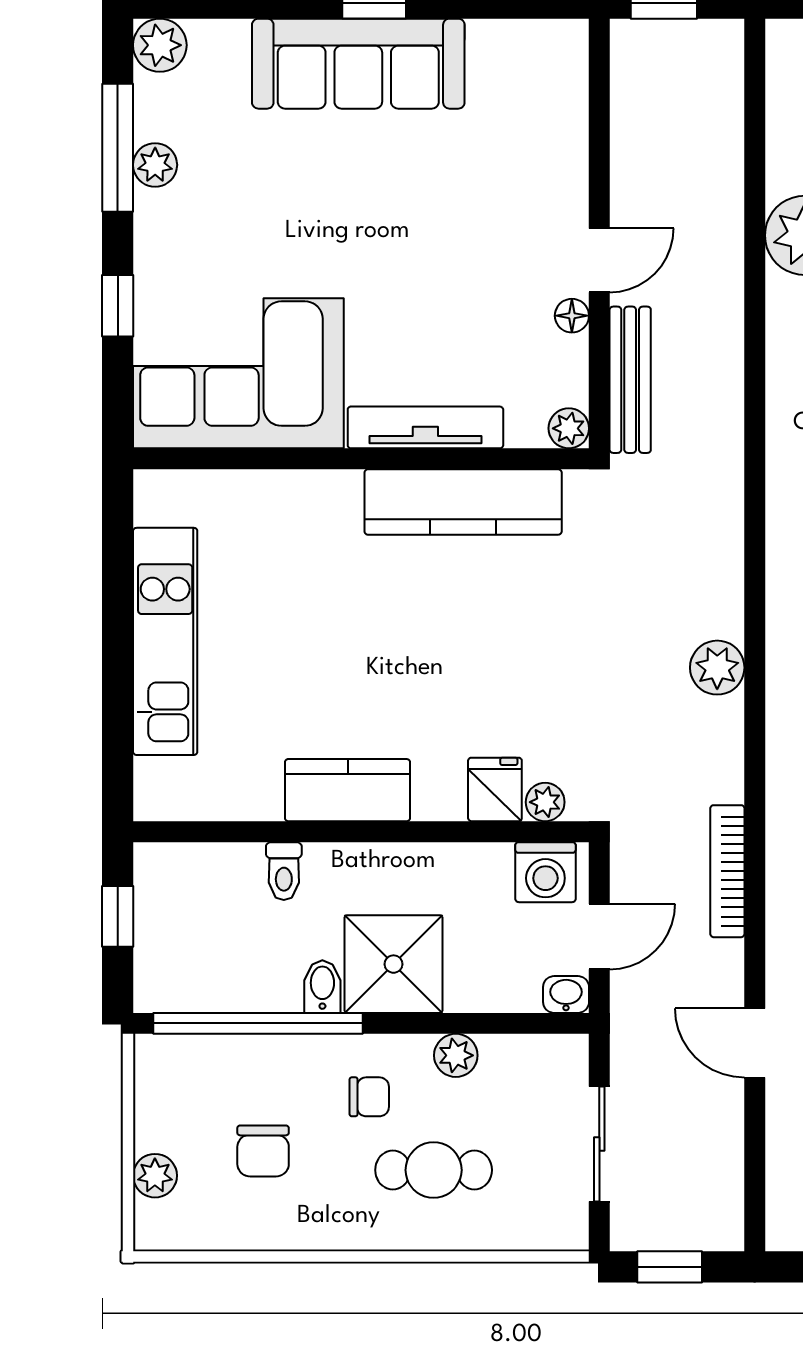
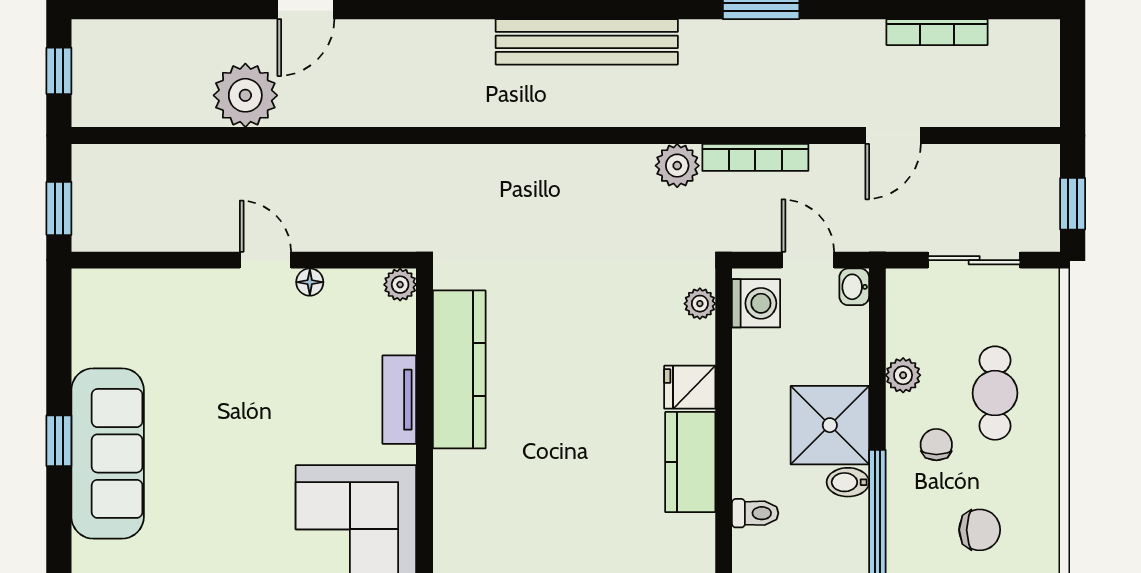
bench: (630, 380) -> (361, 235), removed
tv unit: (425, 427) -> (399, 400), width x0.71
plant: (717, 668) -> (677, 166), moved
fridge: (495, 789) -> (690, 387), moved

